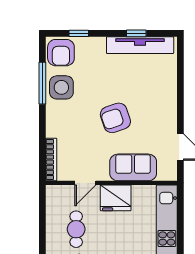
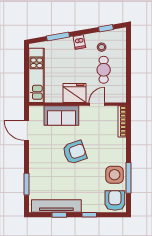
window: (79, 33) -> (89, 215), moved
window: (180, 75) -> (26, 184), added

